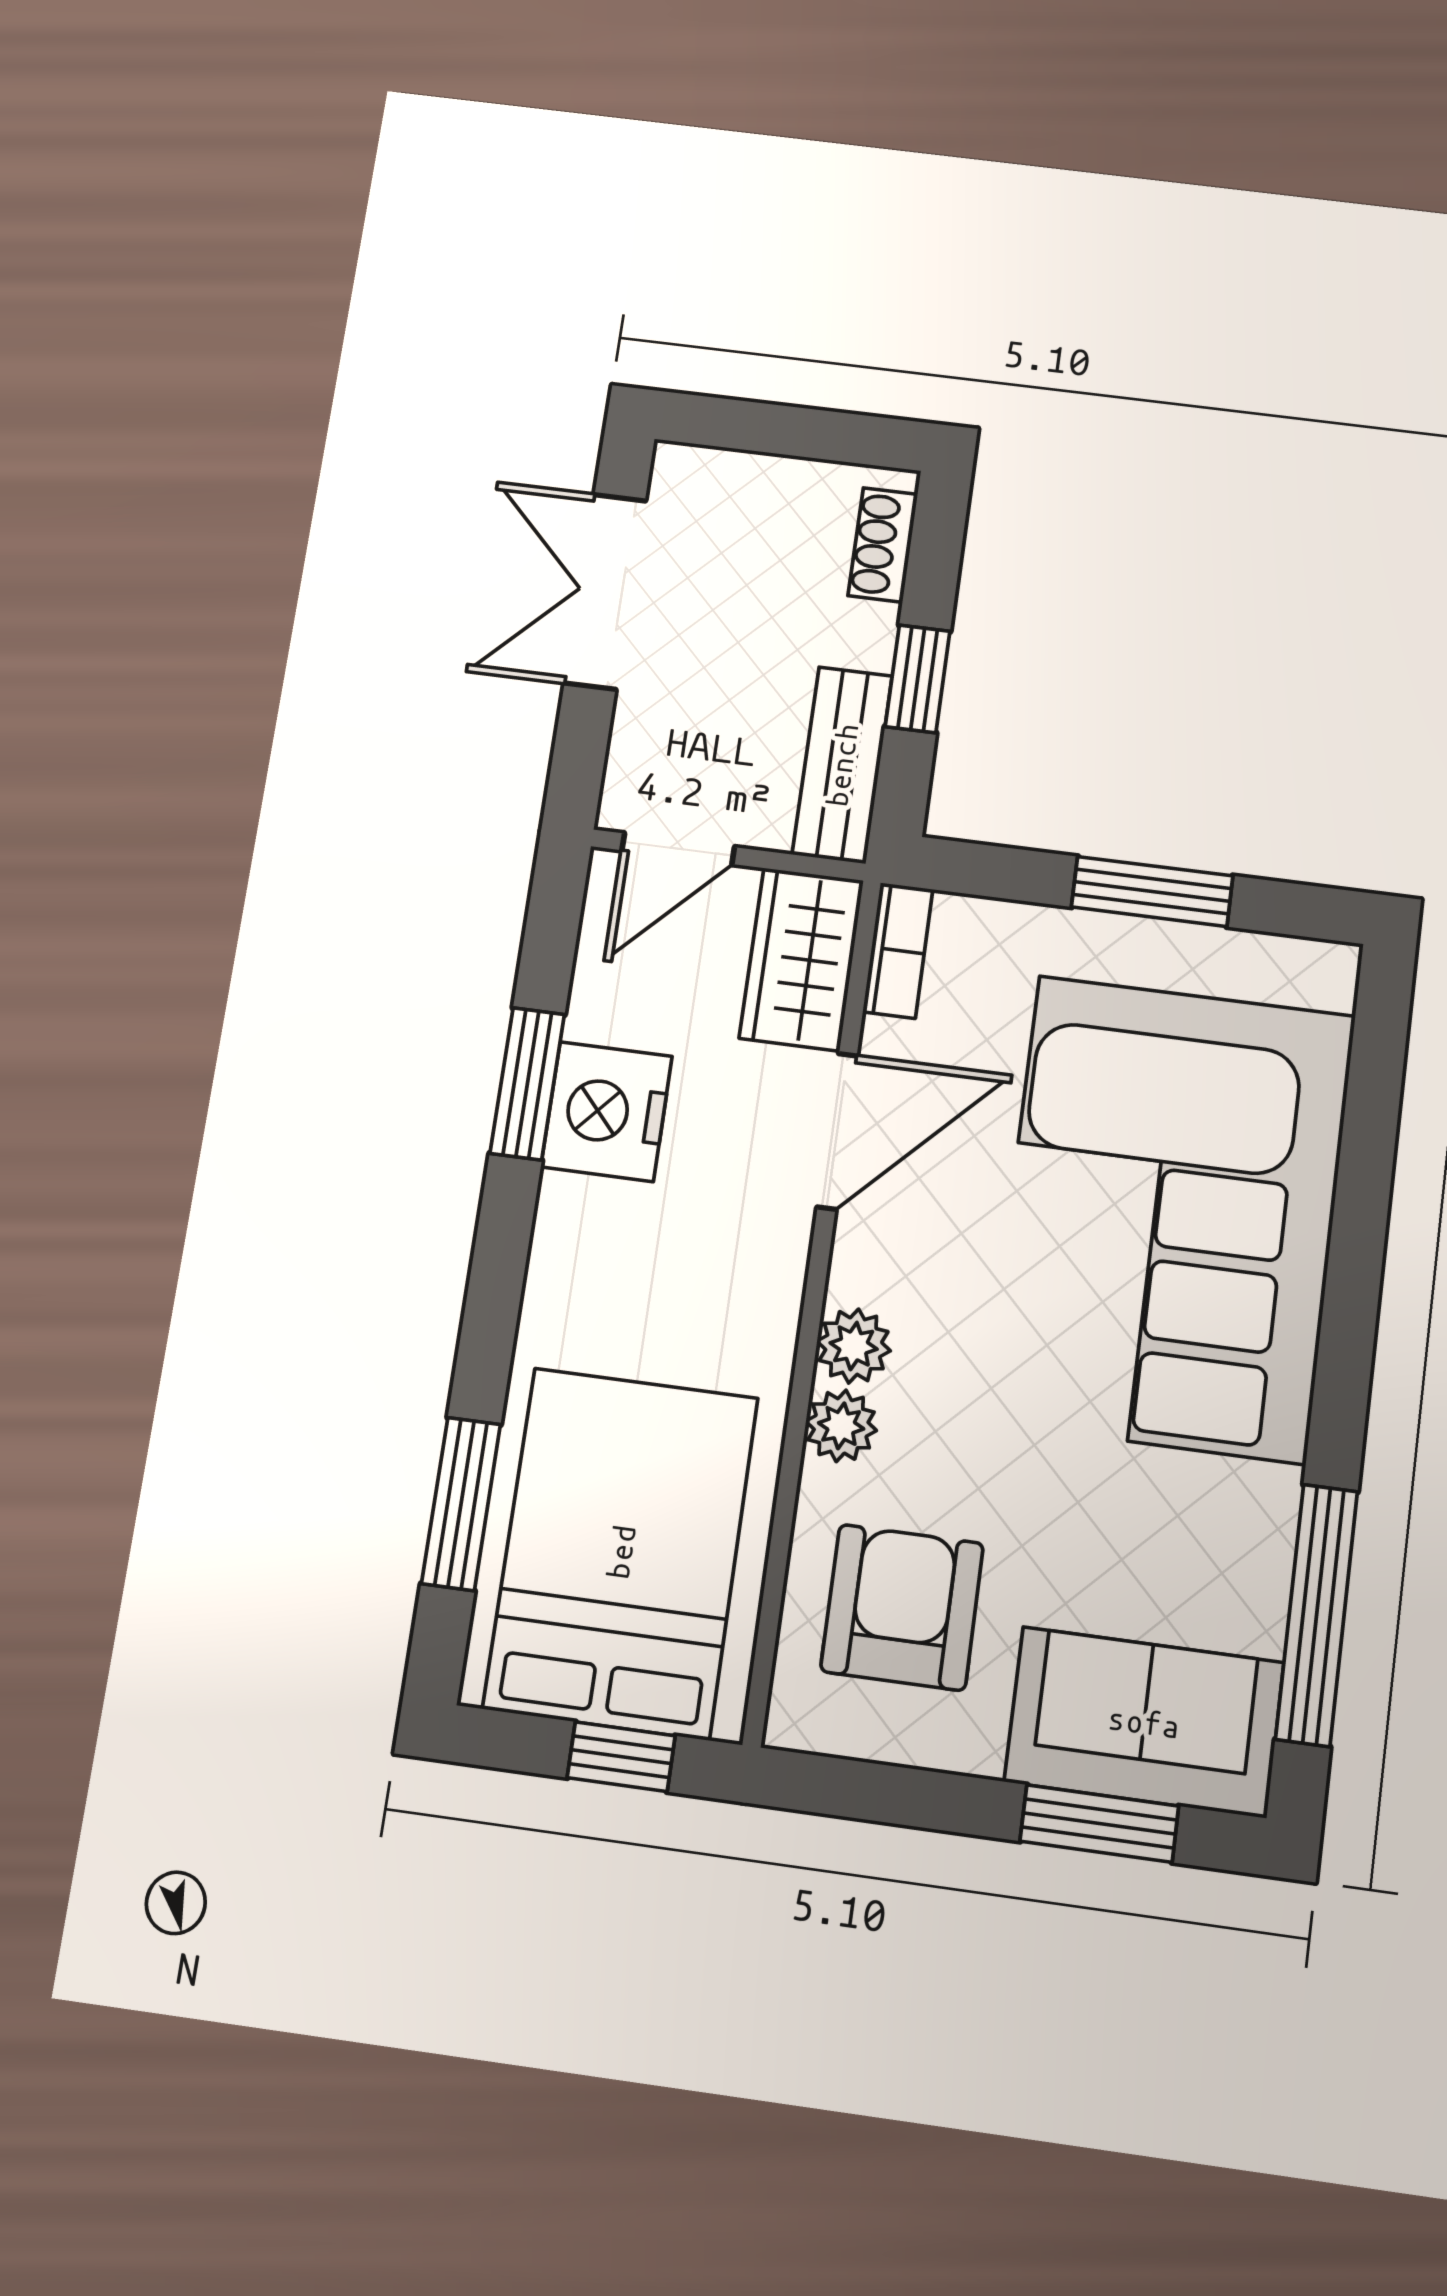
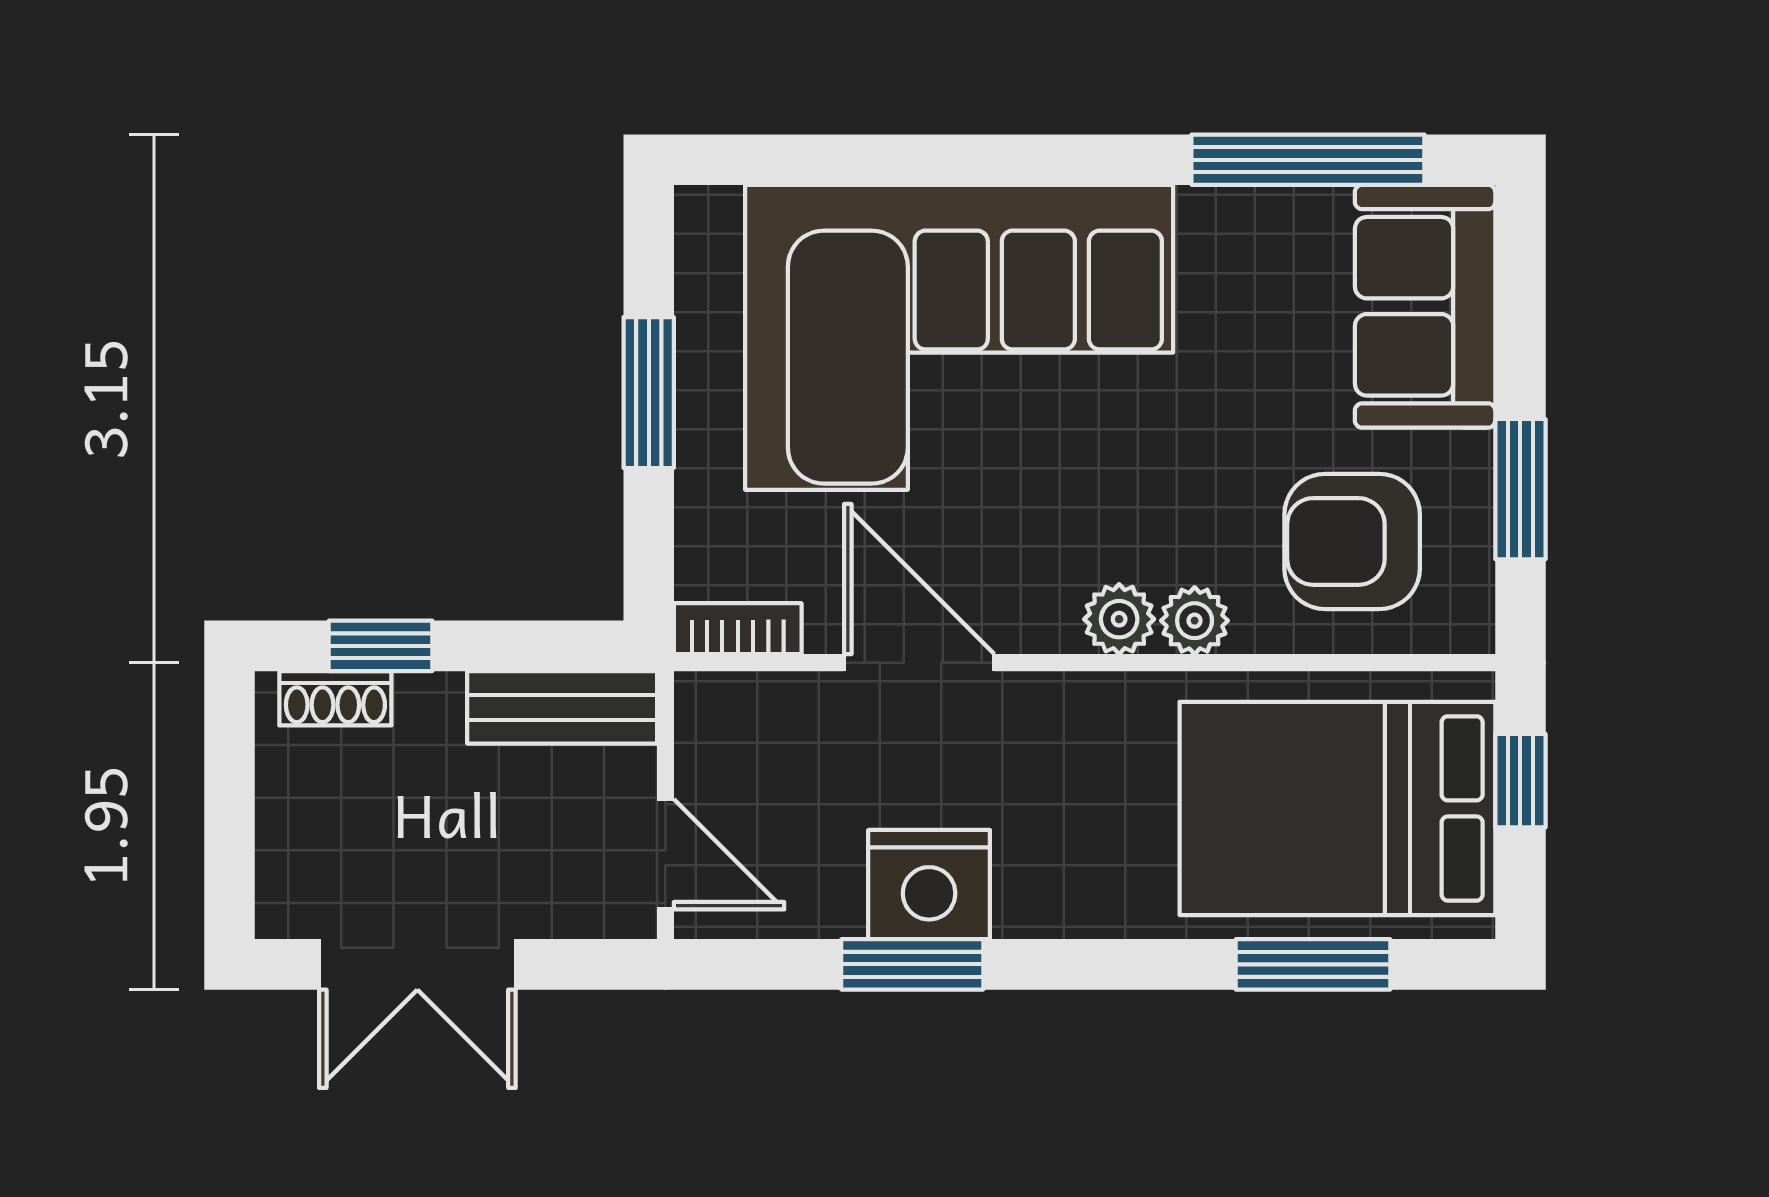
window: (918, 679) -> (381, 646), moved
wardrobe: (801, 959) -> (758, 720), removed
window: (1099, 1824) -> (1520, 489), moved

